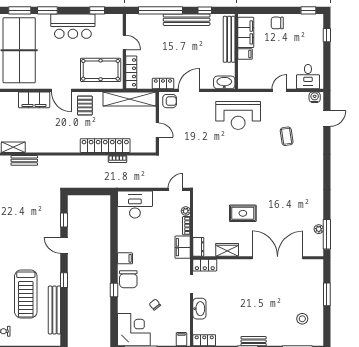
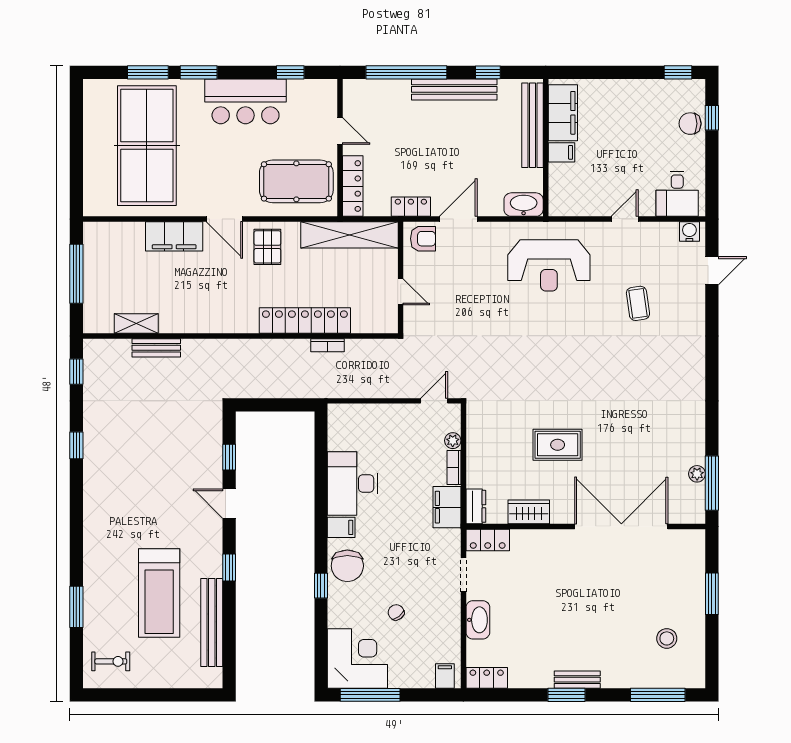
chair: (277, 23) -> (690, 124), moved
desk: (135, 204) -> (353, 484), moved, turned -90

